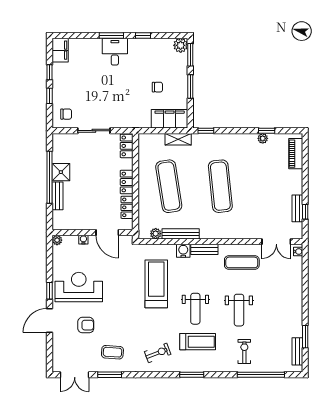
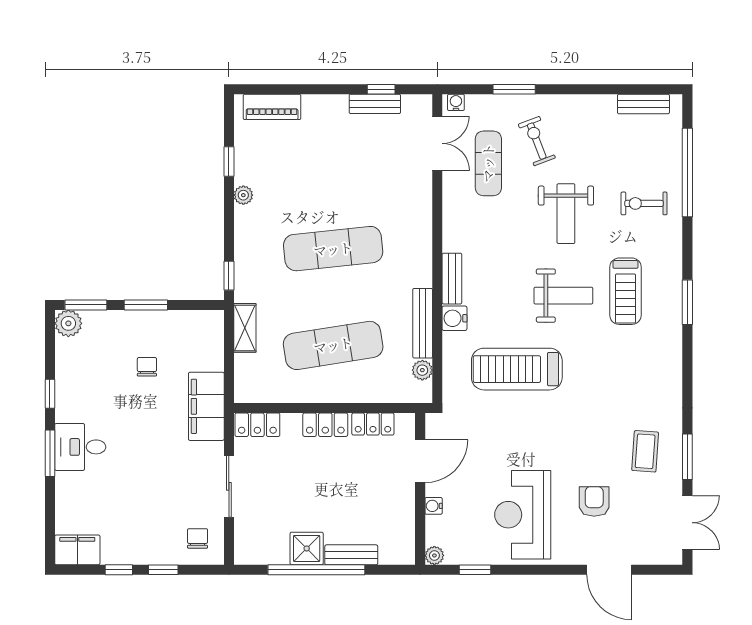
filing cabinet: (170, 119) -> (206, 406), moved
plant: (263, 138) -> (243, 195), moved
exercise mat: (242, 262) -> (488, 163), moved
window: (49, 291) -> (475, 570), moved
weight bench: (239, 310) -> (566, 214), turned 90
door: (49, 321) -> (609, 570), moved
window: (305, 337) -> (514, 89), moved
treadmill: (198, 342) -> (625, 291), turned 180
exercise bike: (158, 353) -> (537, 141), moved

